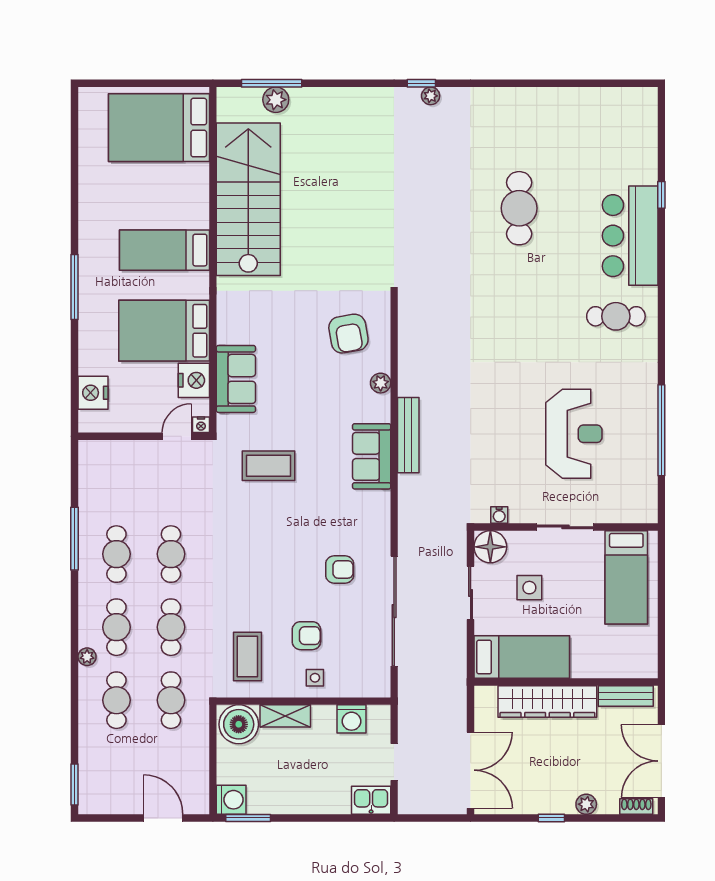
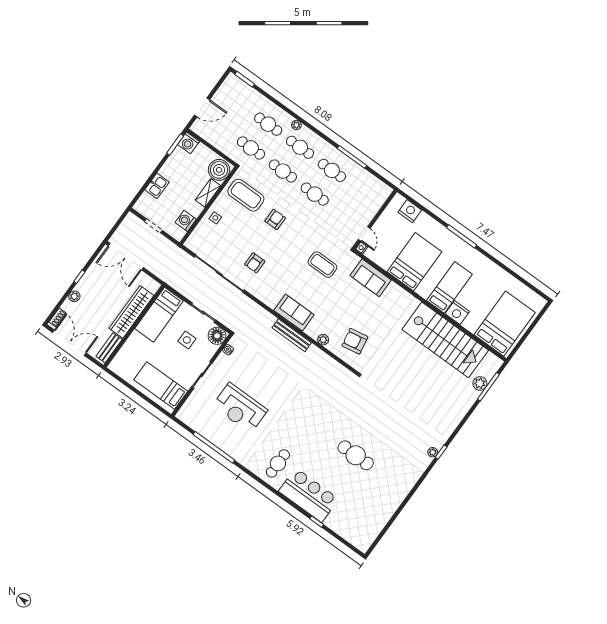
nightstand: (194, 380) -> (457, 313), moved
coffee table: (269, 466) -> (322, 265), turned 90
armchair: (306, 636) -> (275, 219), moved, turned 180
coffee table: (247, 656) -> (246, 195), width x1.36, depth x1.32
kitchen sink: (371, 800) -> (157, 186), moved

